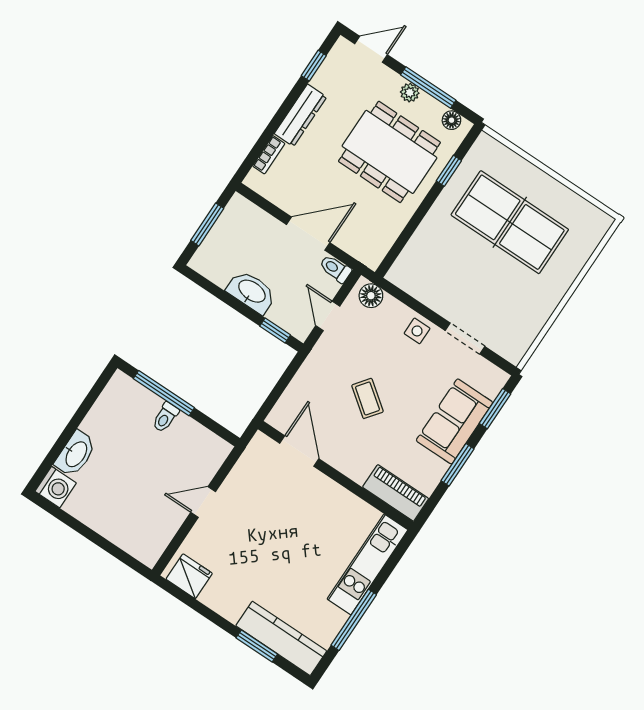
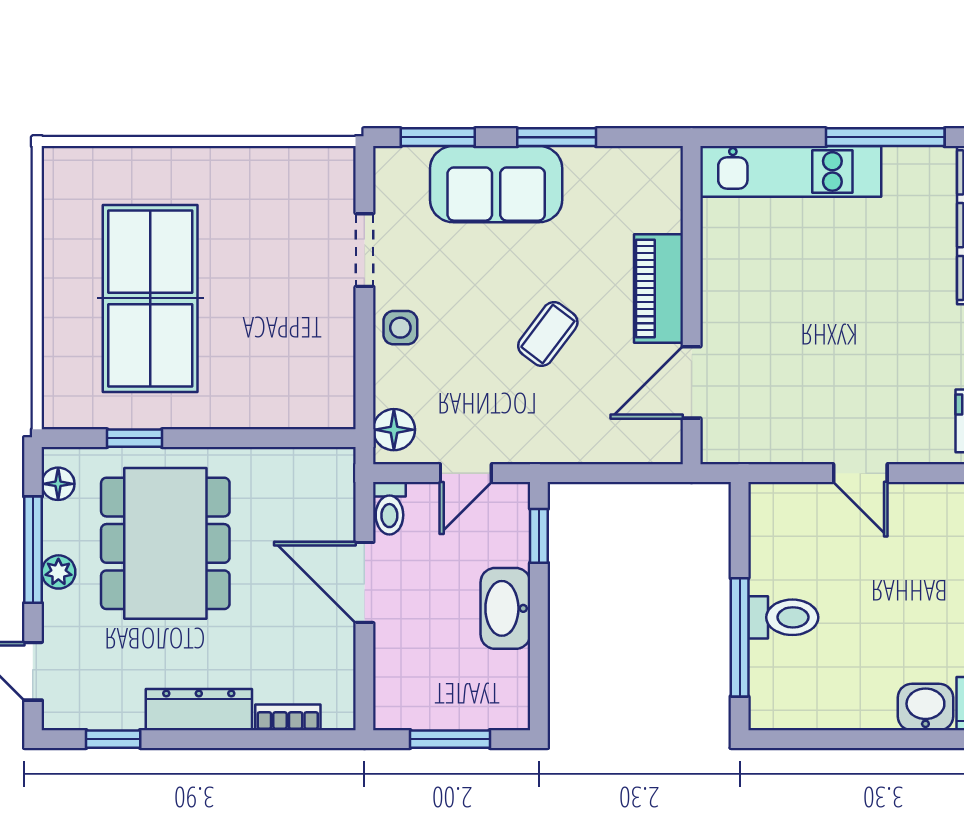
toilet: (165, 417) -> (783, 617), width x1.37, depth x1.39
washbasin: (76, 454) -> (925, 707), width x0.72
piano: (396, 493) -> (659, 288), moved

